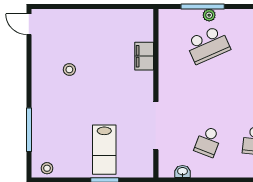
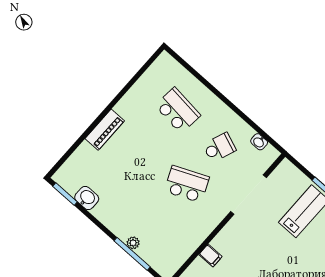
school desk: (208, 45) -> (187, 184), moved
filing cabinet: (144, 56) -> (210, 255), width x0.50

